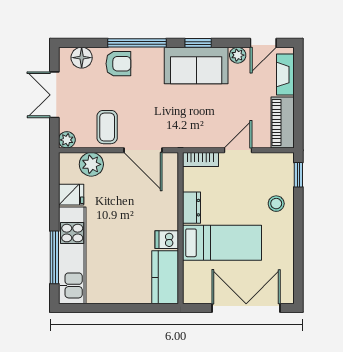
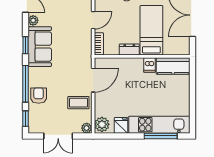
window: (82, 43) -> (25, 119), added
floor lamp: (82, 58) -> (35, 119), removed
door: (238, 150) -> (93, 20), swing flipped
plant: (91, 164) -> (102, 124), moved

